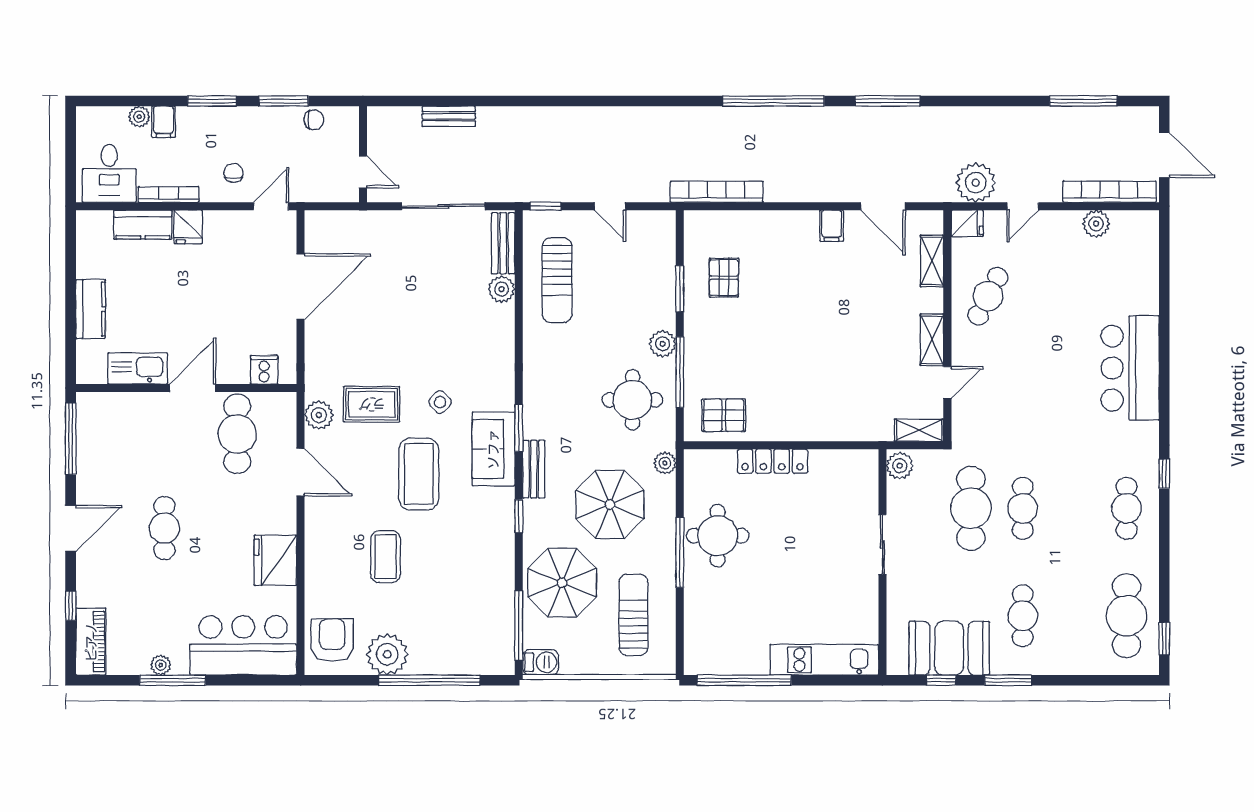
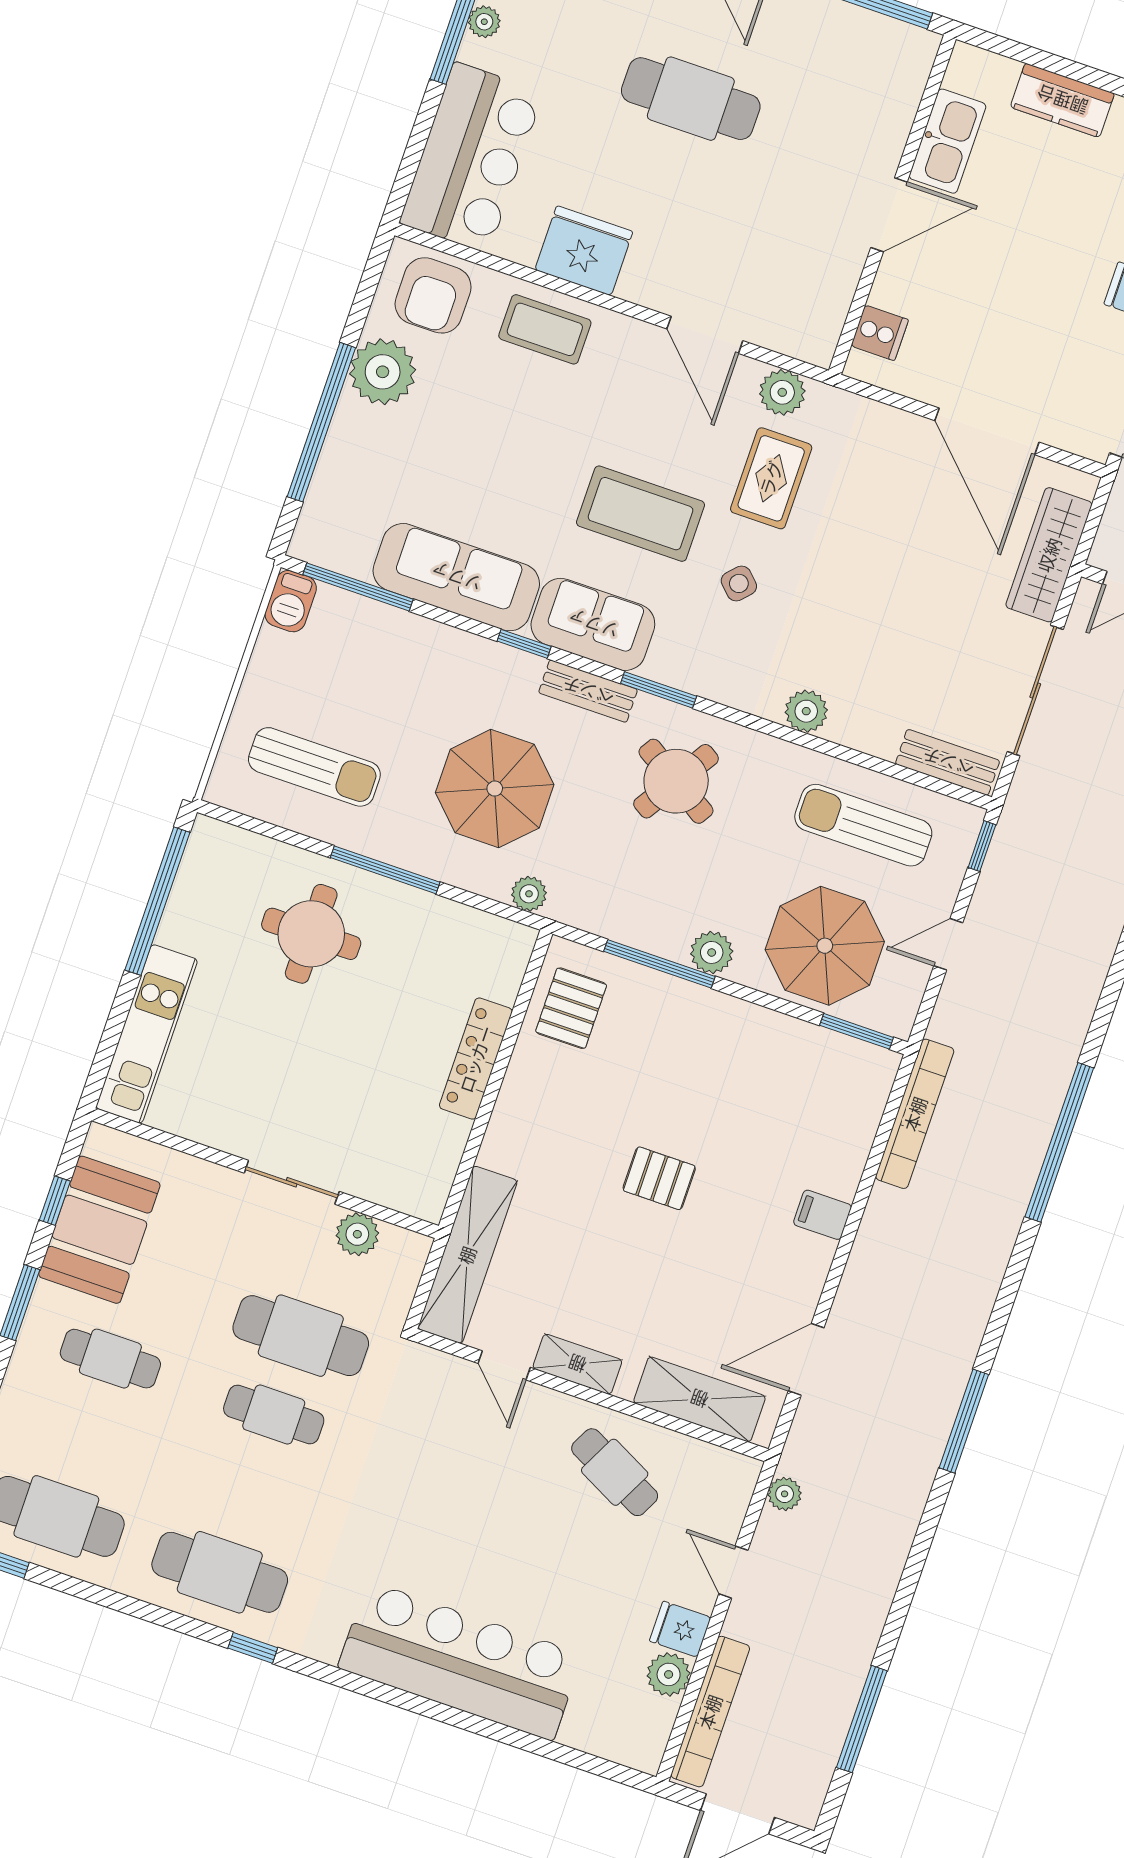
window: (773, 101) -> (1059, 1142), moved
plant: (976, 183) -> (785, 1494), width x0.53, depth x0.53
fridge: (967, 223) -> (680, 1629), moved, turned 90
wardrobe: (361, 225) -> (1049, 555), added
filing cabinet: (832, 226) -> (822, 1215), moved
shelving: (932, 261) -> (699, 1399), width x1.50, depth x1.33
pallet: (724, 278) -> (659, 1178), moved
plant: (502, 289) -> (806, 711), moved
window: (680, 289) -> (857, 1031), moved
bar counter: (1130, 368) -> (460, 1661), width x1.36
door: (193, 388) -> (889, 215), hinge flipped
round table: (632, 400) -> (676, 781), moved, turned 32
shelving: (919, 430) -> (467, 1255), width x2.20, depth x1.33
cafe table: (237, 434) -> (796, 258), removed
sofa: (493, 449) -> (593, 624), moved
plant: (900, 466) -> (357, 1234), moved
door: (301, 472) -> (705, 335), hinge flipped
cafe table: (1126, 508) -> (220, 1572), width x1.37, depth x1.35
cafe table: (164, 528) -> (691, 99), width x1.37, depth x1.35
round table: (718, 536) -> (311, 934), moved
coffee table: (386, 557) -> (545, 329), moved
sofa: (493, 570) -> (456, 577), added
parasol: (562, 583) -> (825, 946), moved
armchair: (332, 640) -> (433, 295), turned 90

